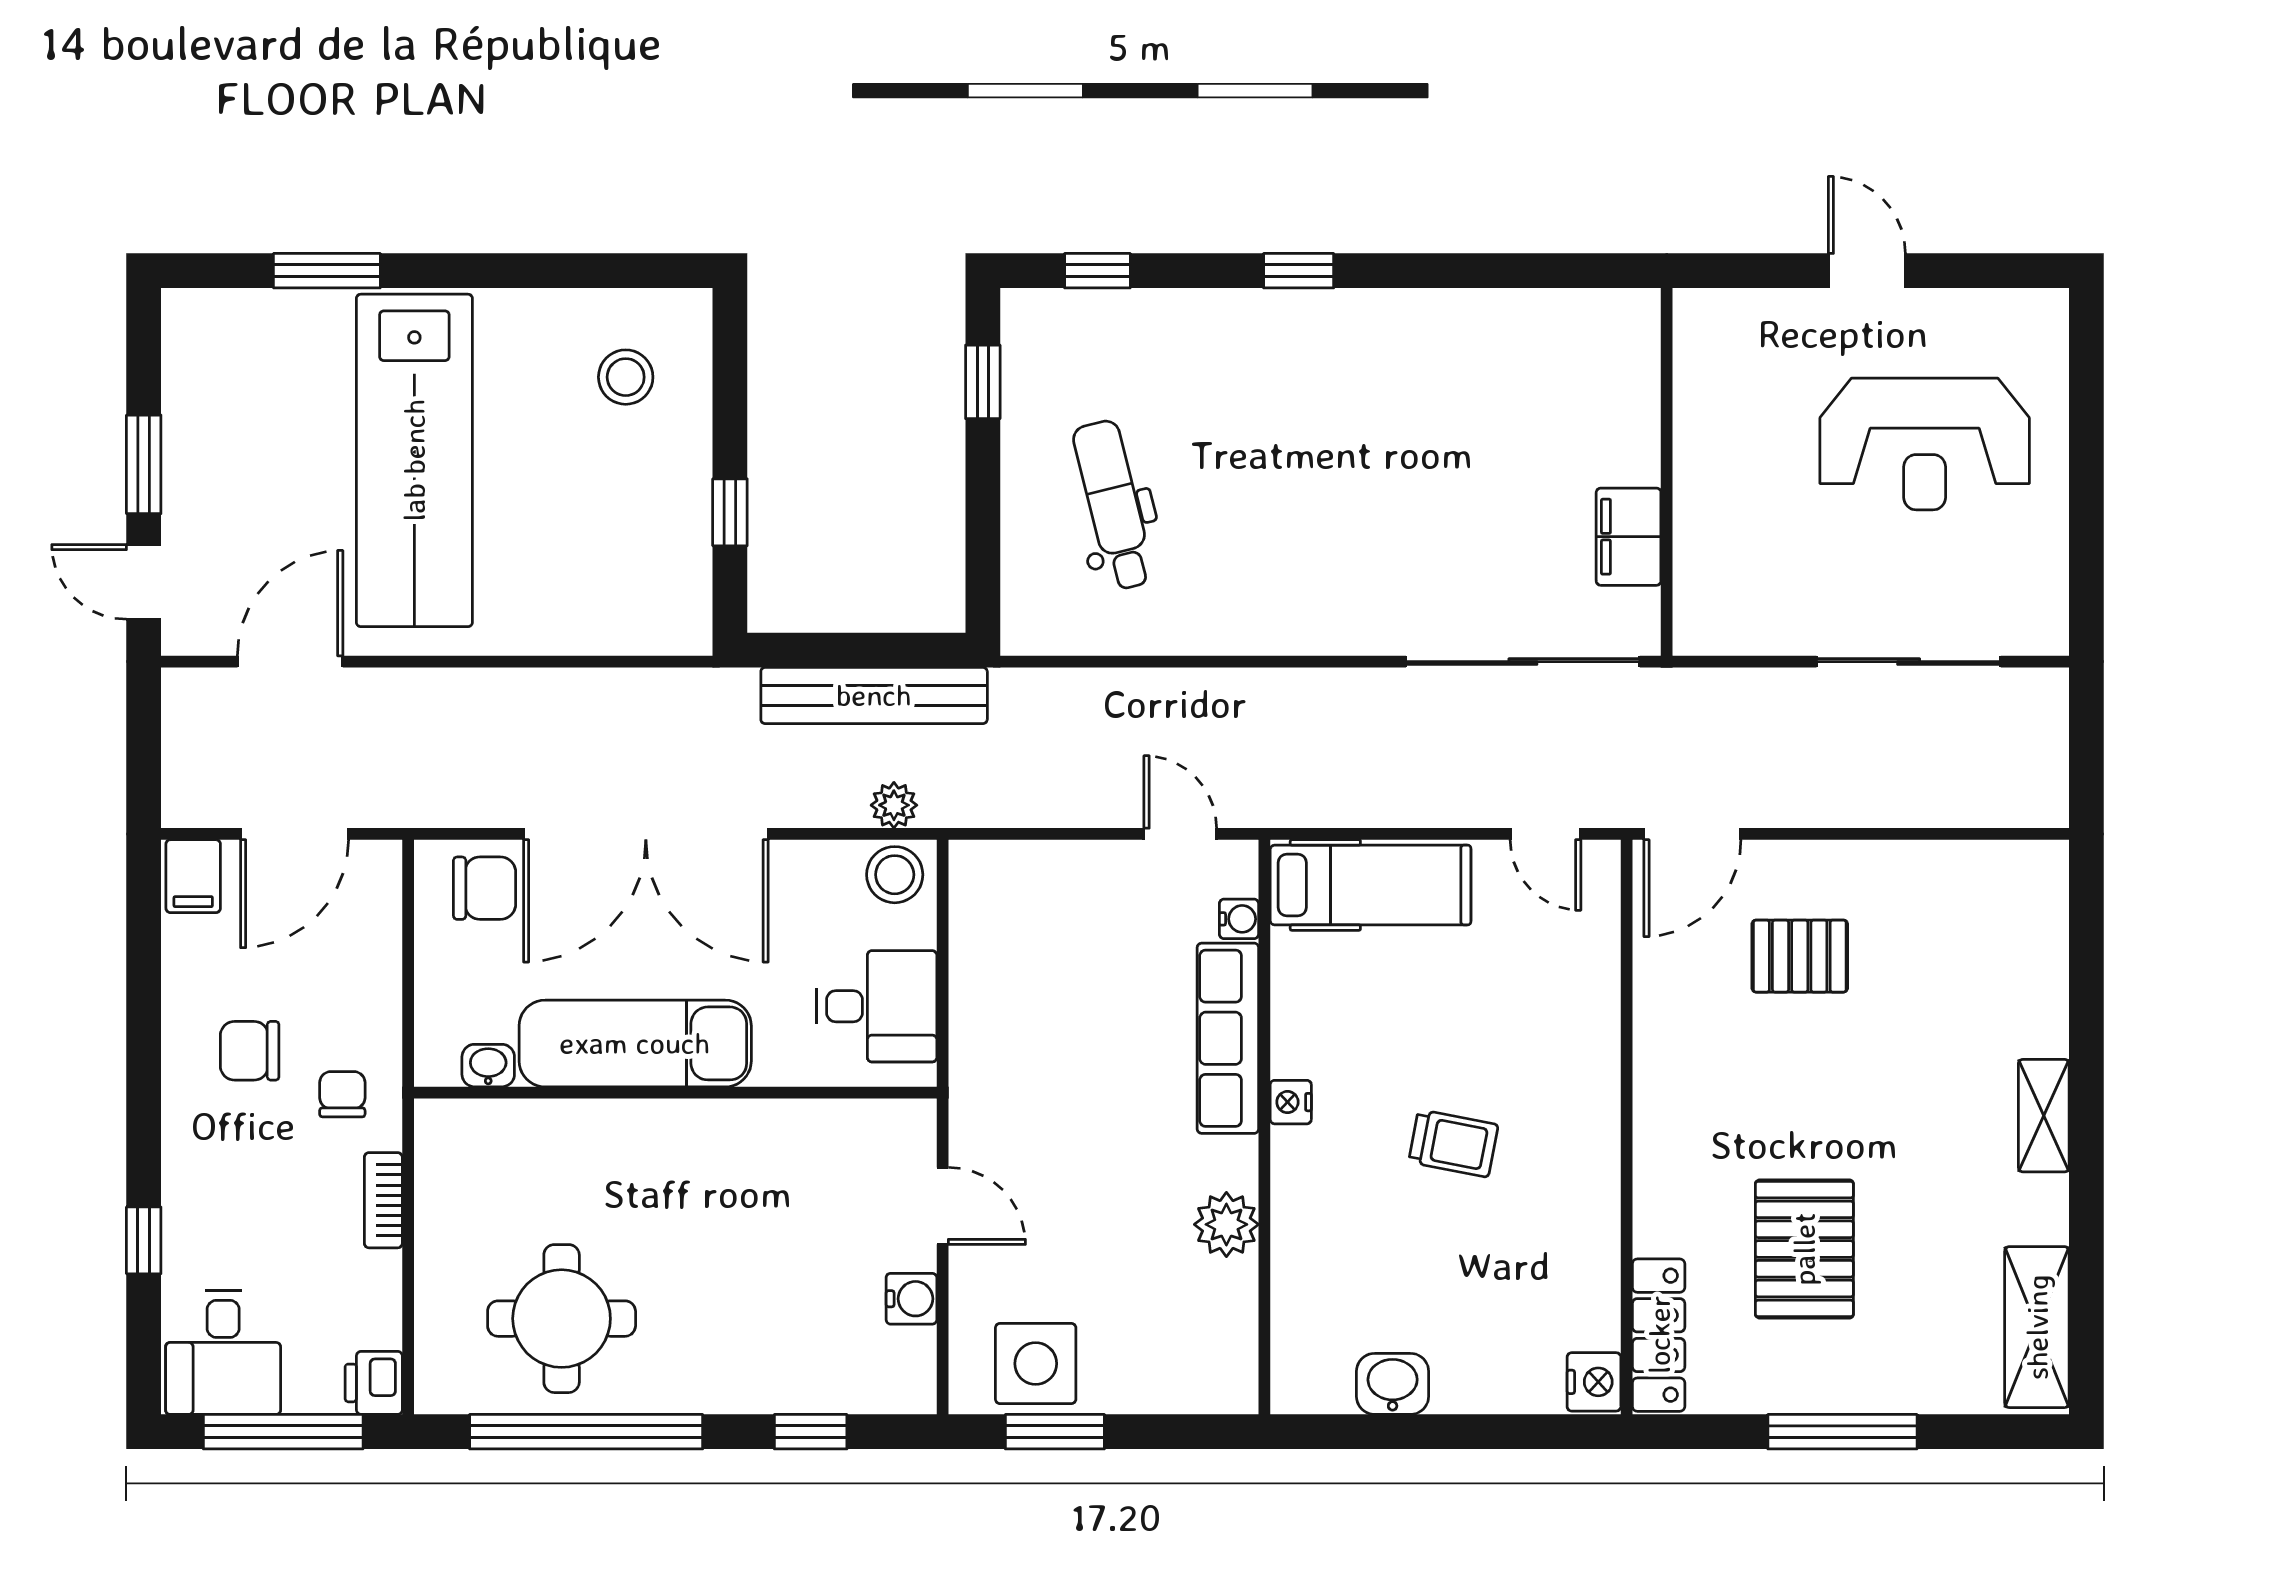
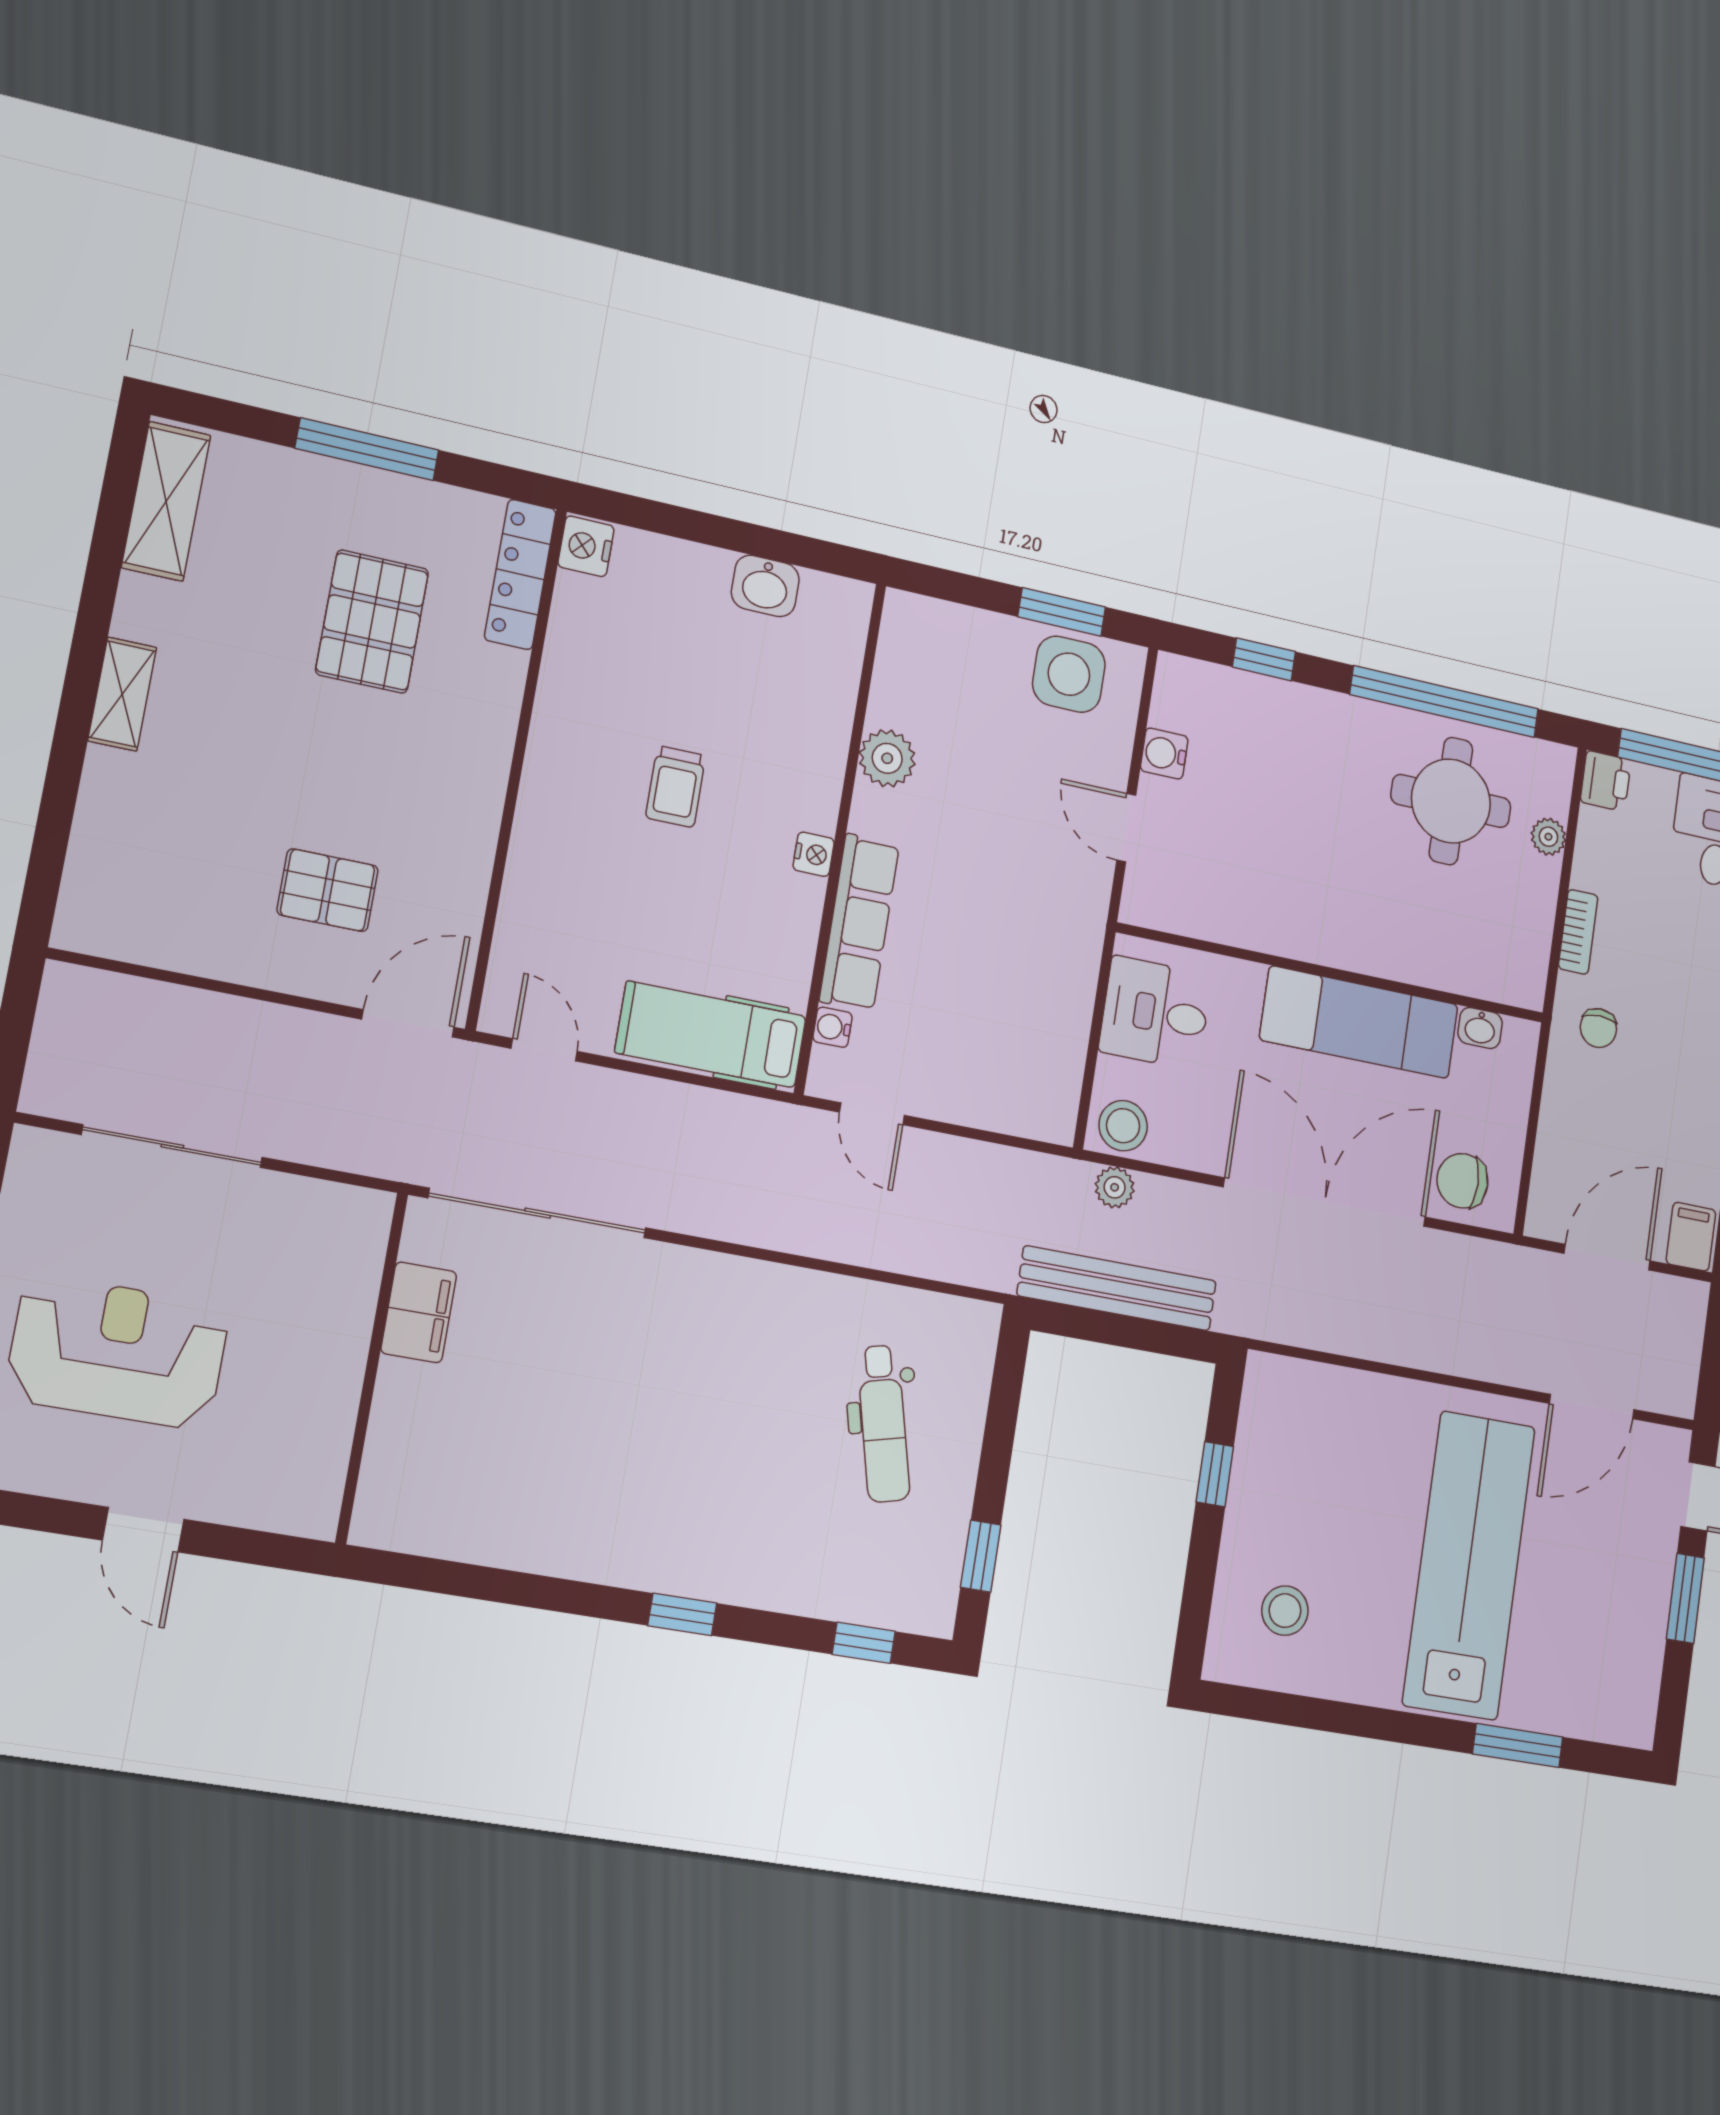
chair: (250, 1051) -> (1666, 1080), removed
trolley: (1453, 1143) -> (676, 787), turned -101
plant: (436, 1303) -> (1548, 837), added

